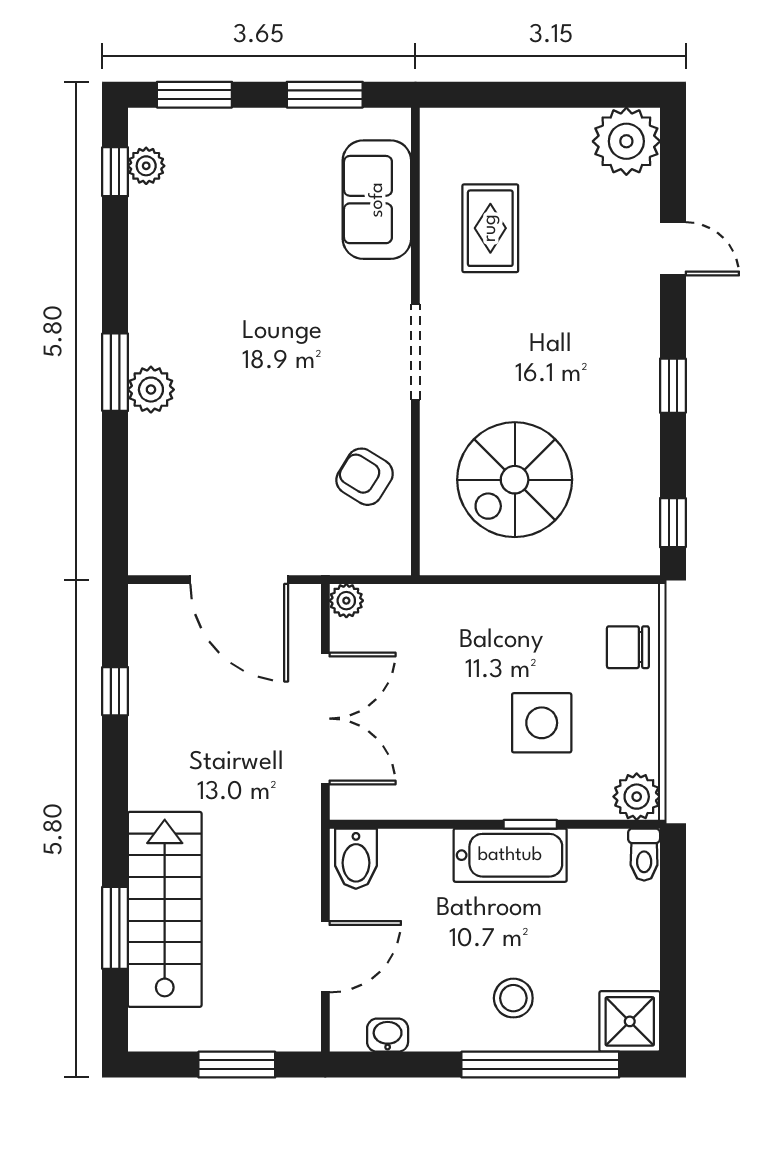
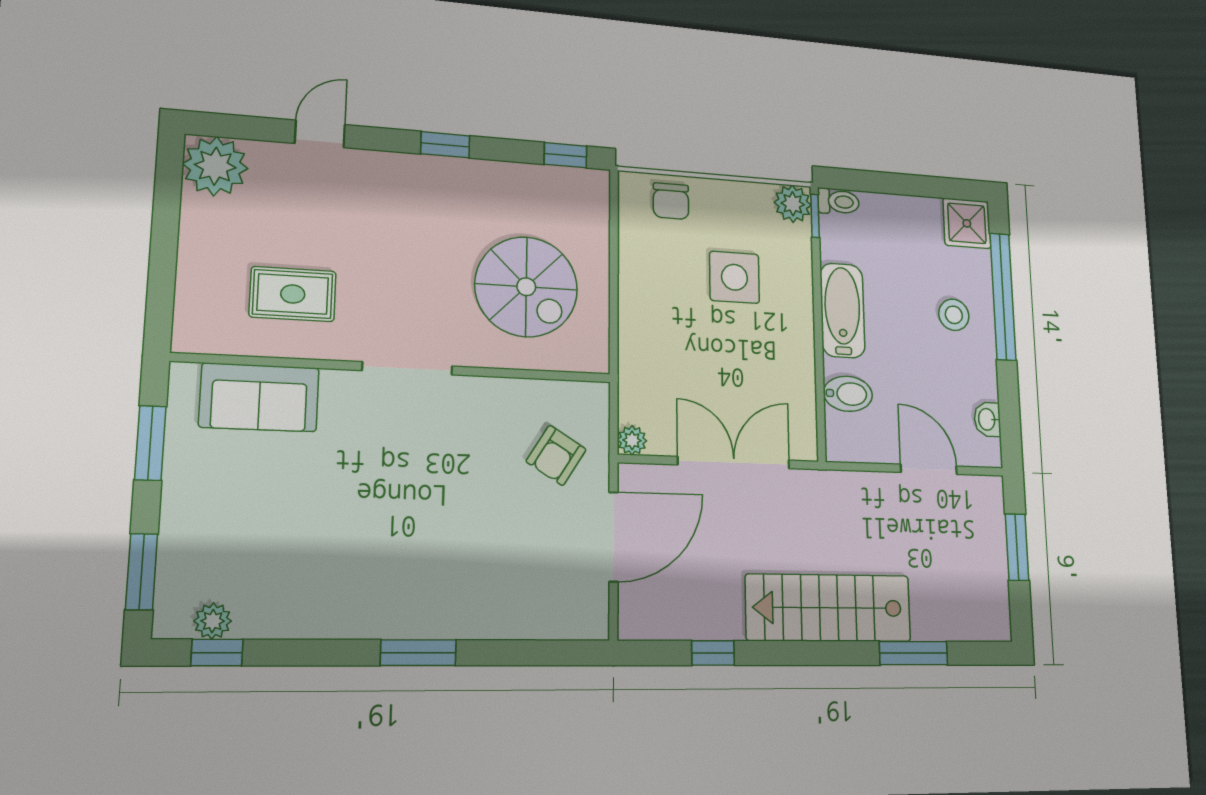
plant: (151, 390) -> (436, 618), removed
armchair: (365, 477) -> (556, 455), moved
window: (530, 824) -> (815, 216), moved
bidet: (356, 859) -> (848, 394), moved
stairs: (165, 909) -> (829, 608), moved

